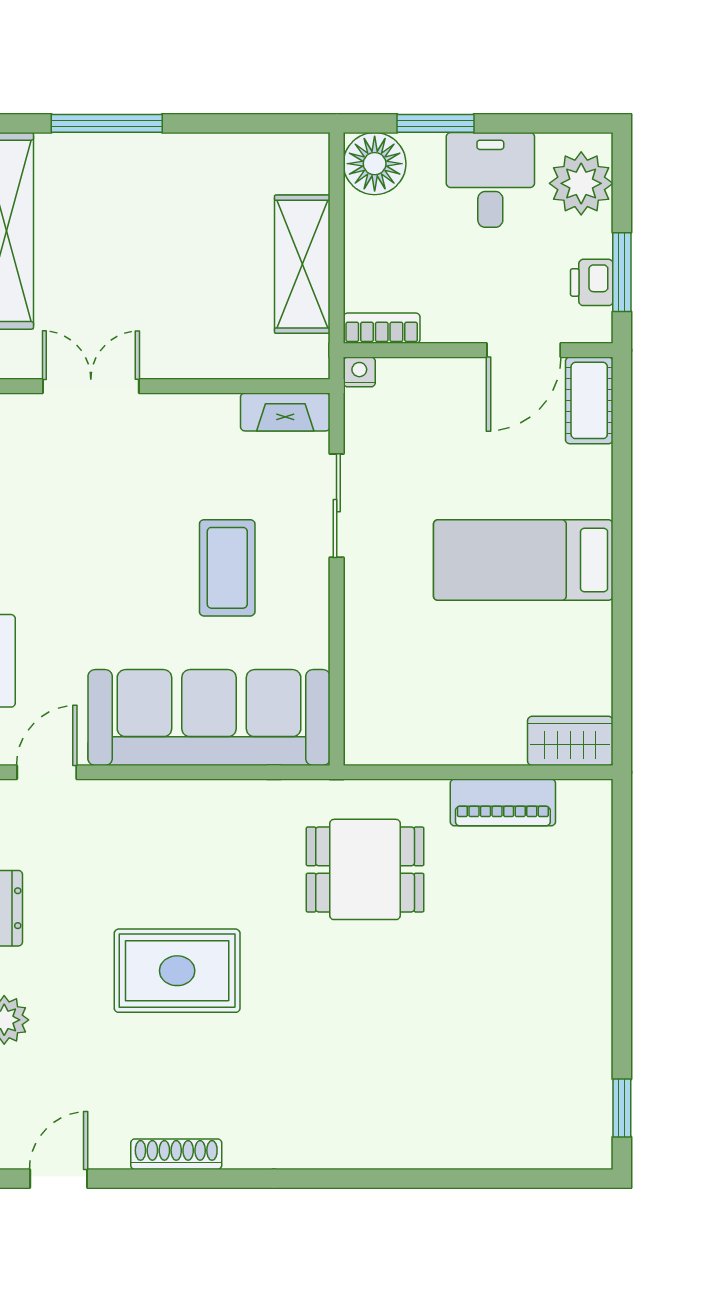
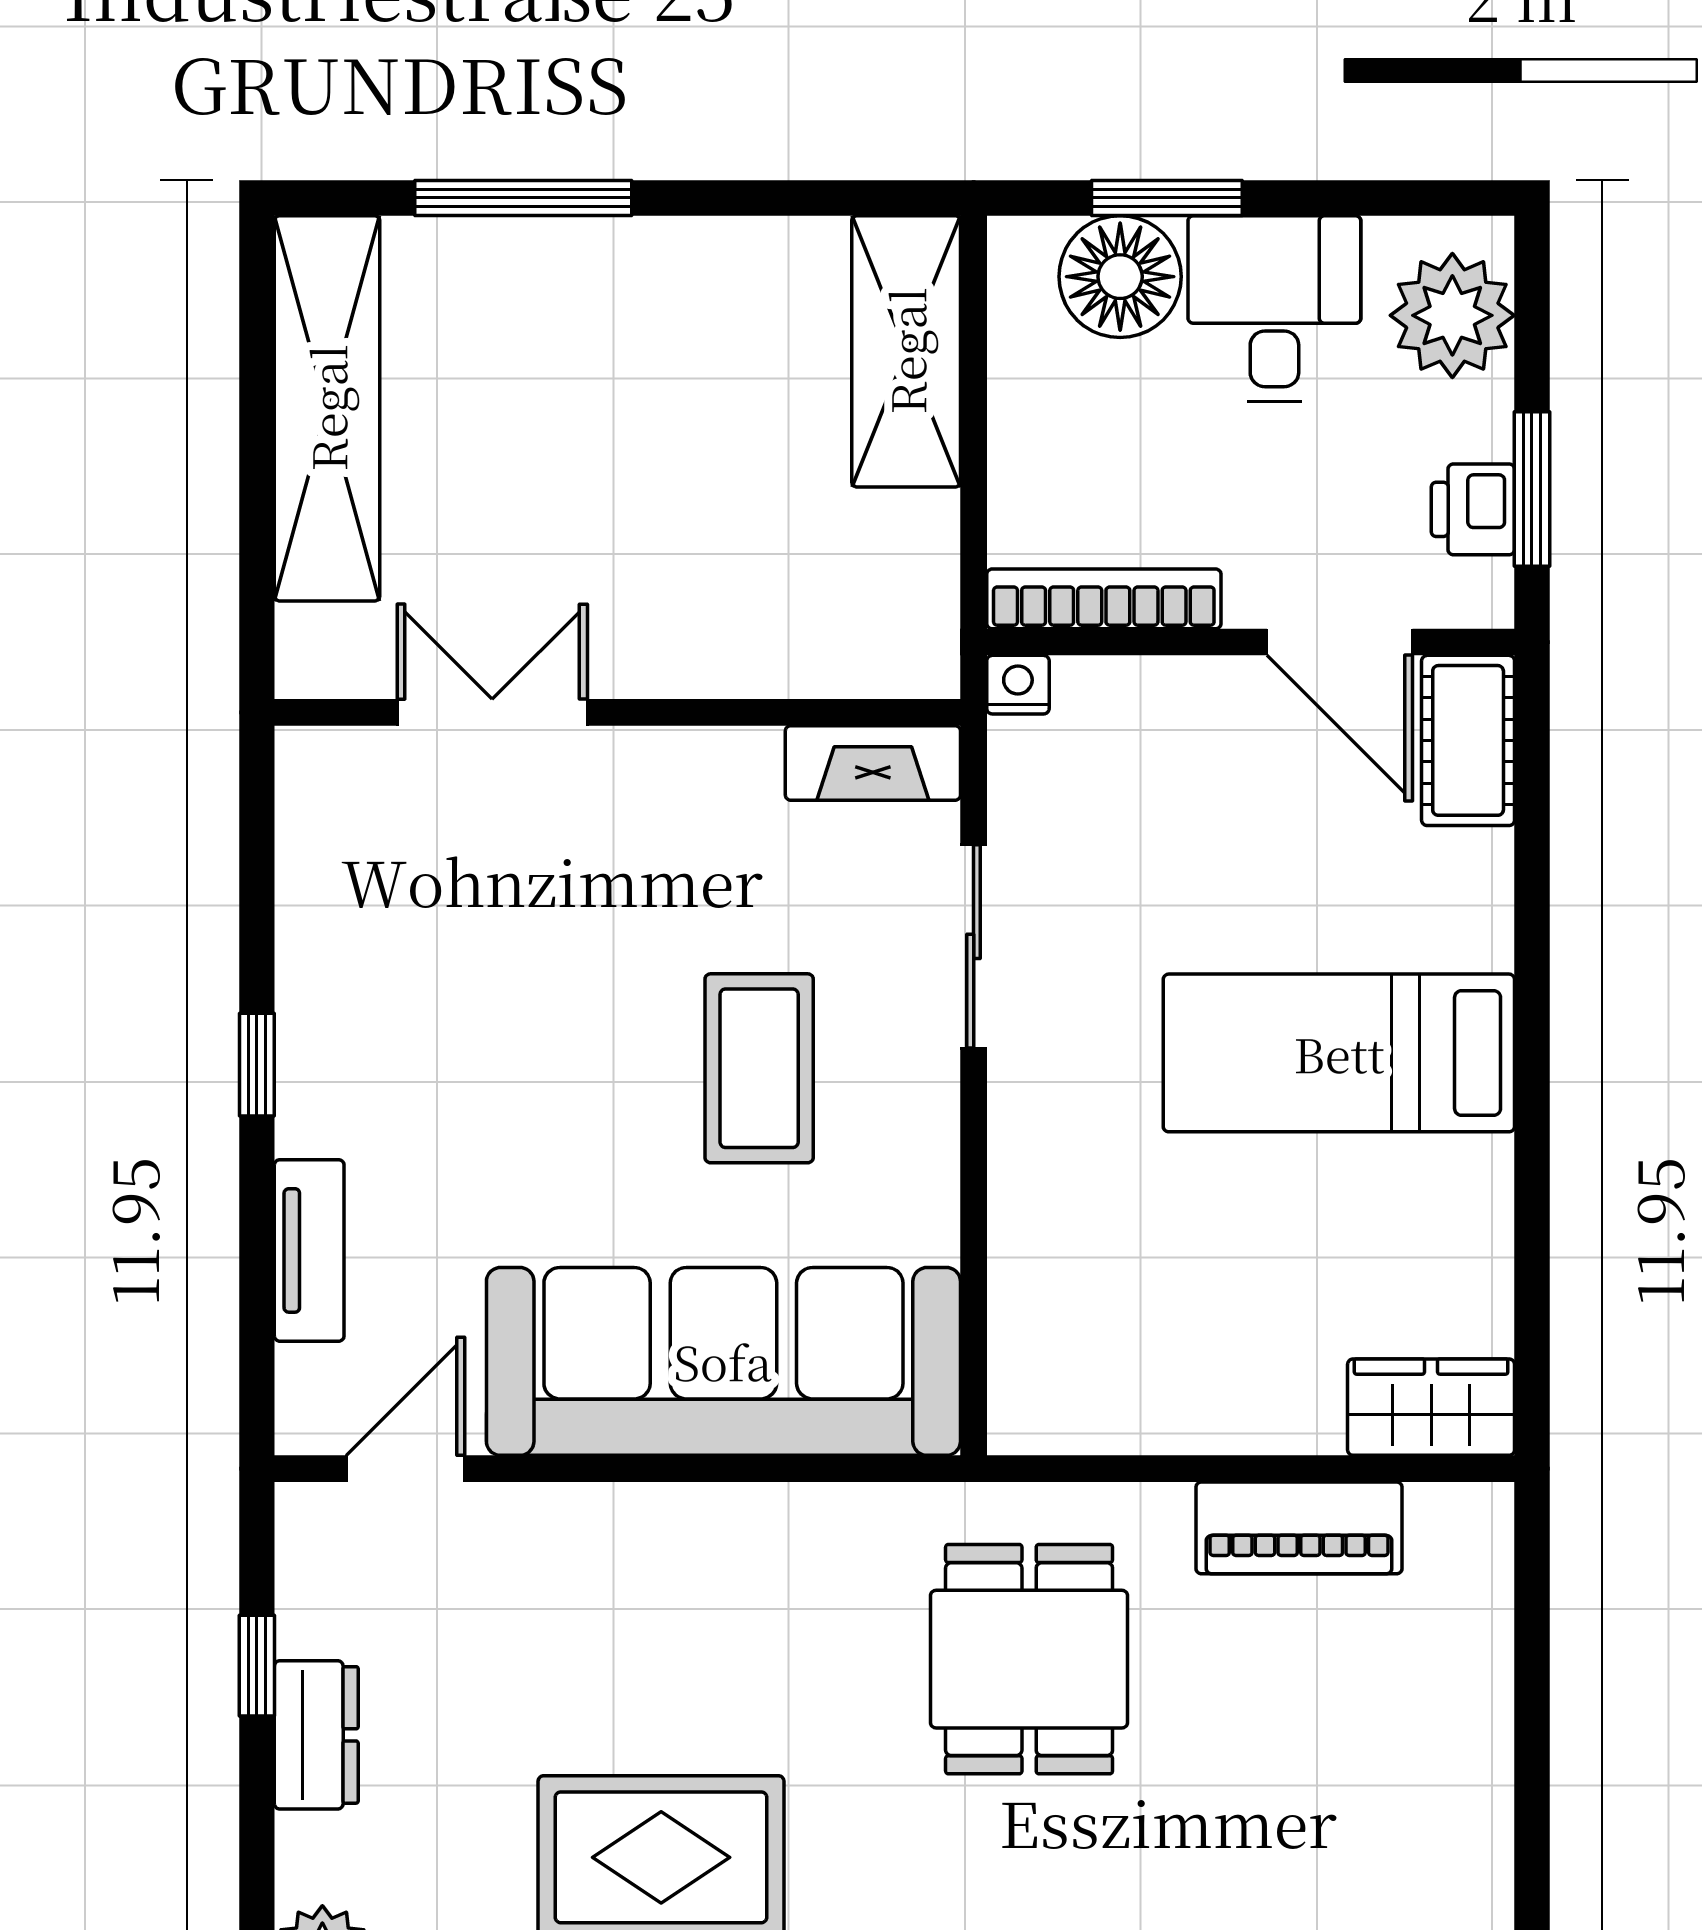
floor lamp: (375, 164) -> (1120, 277), moved
shelving: (302, 264) -> (906, 351), moved
bookcase: (382, 328) -> (1104, 599), width x1.56
door: (524, 350) -> (1340, 642), hinge flipped
dining table: (365, 869) -> (1029, 1659), turned 90

